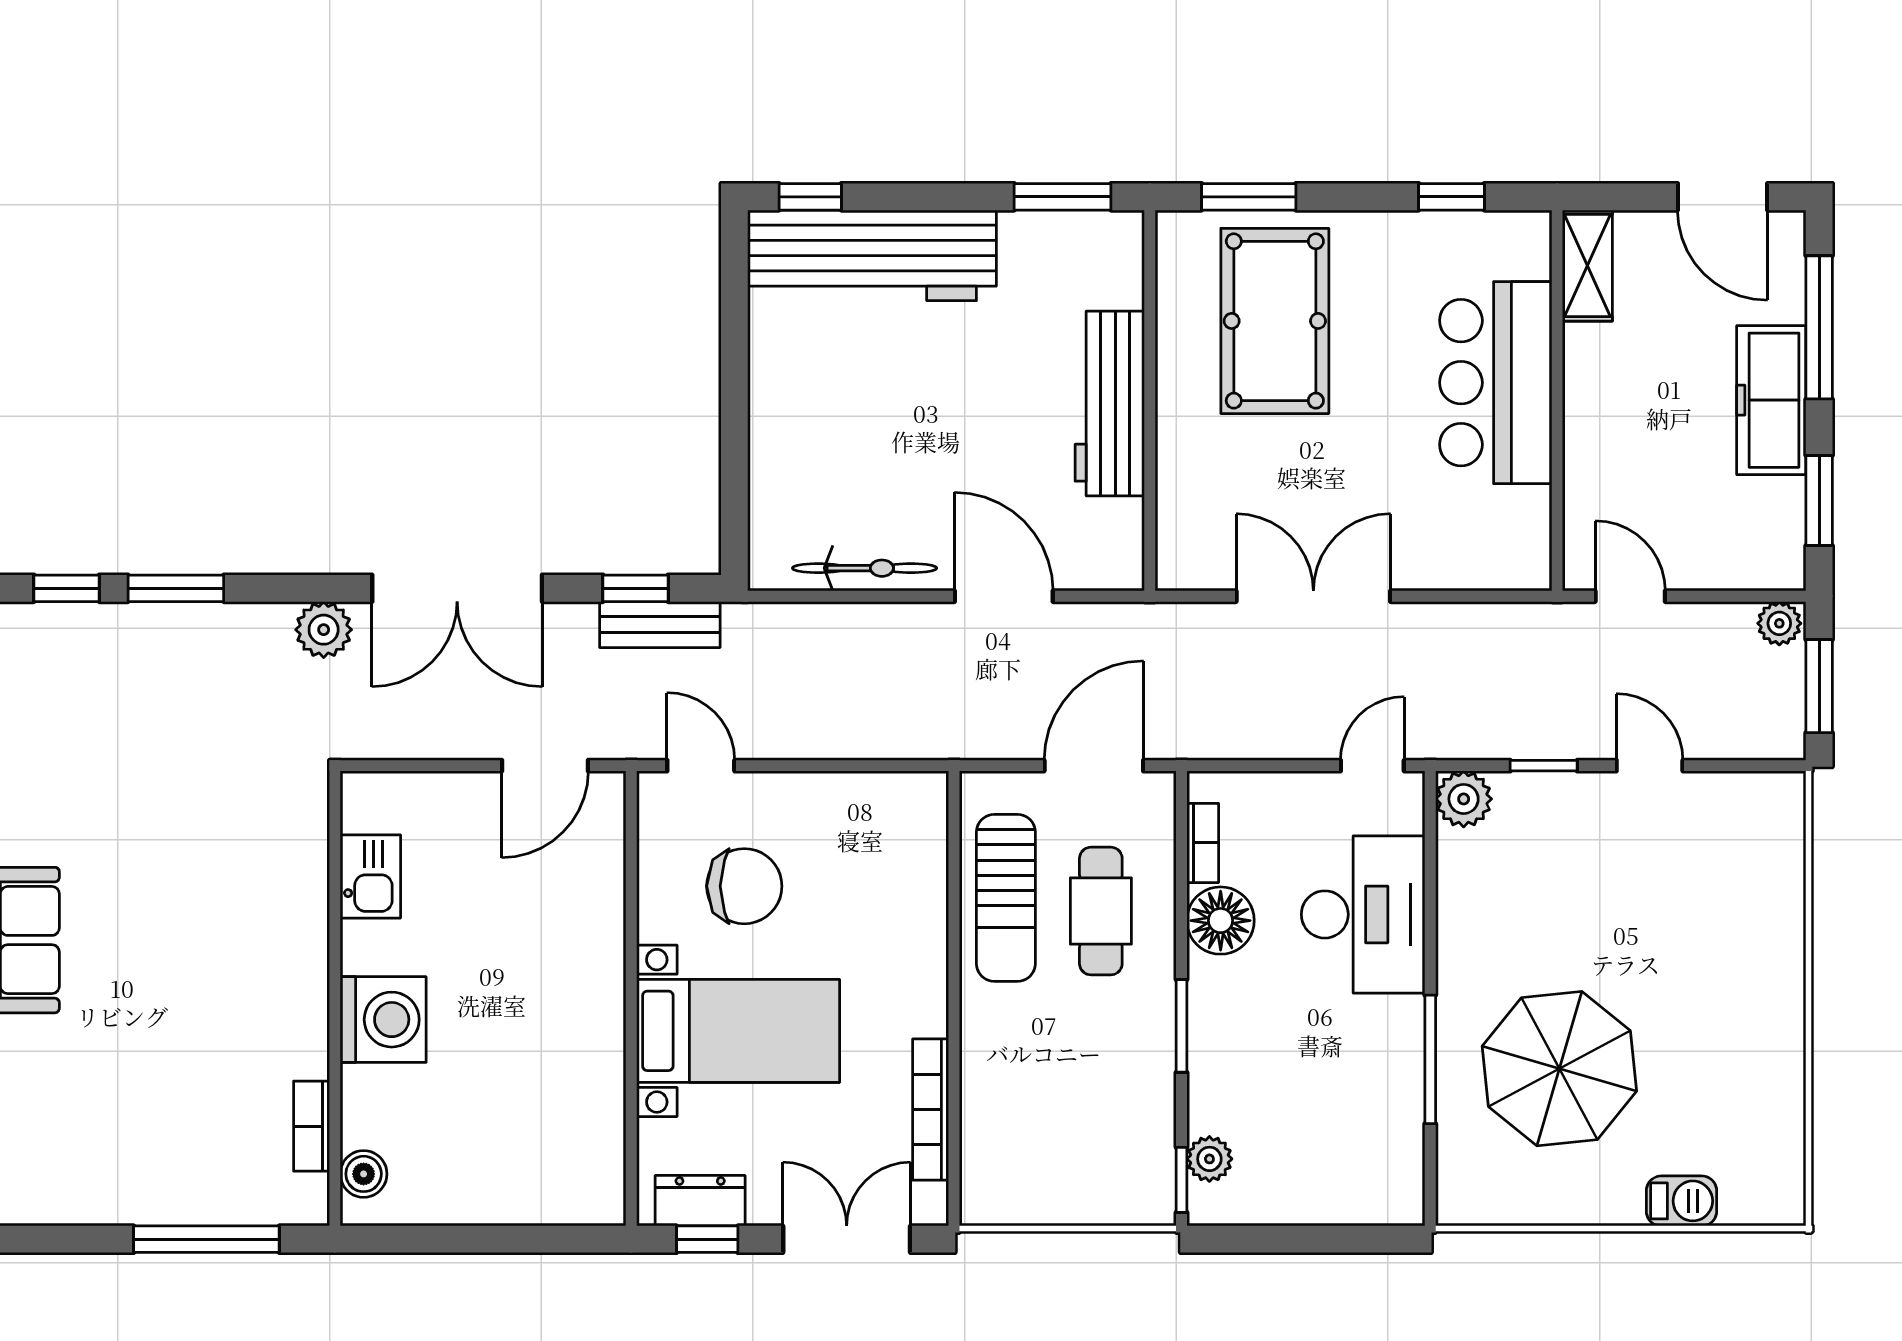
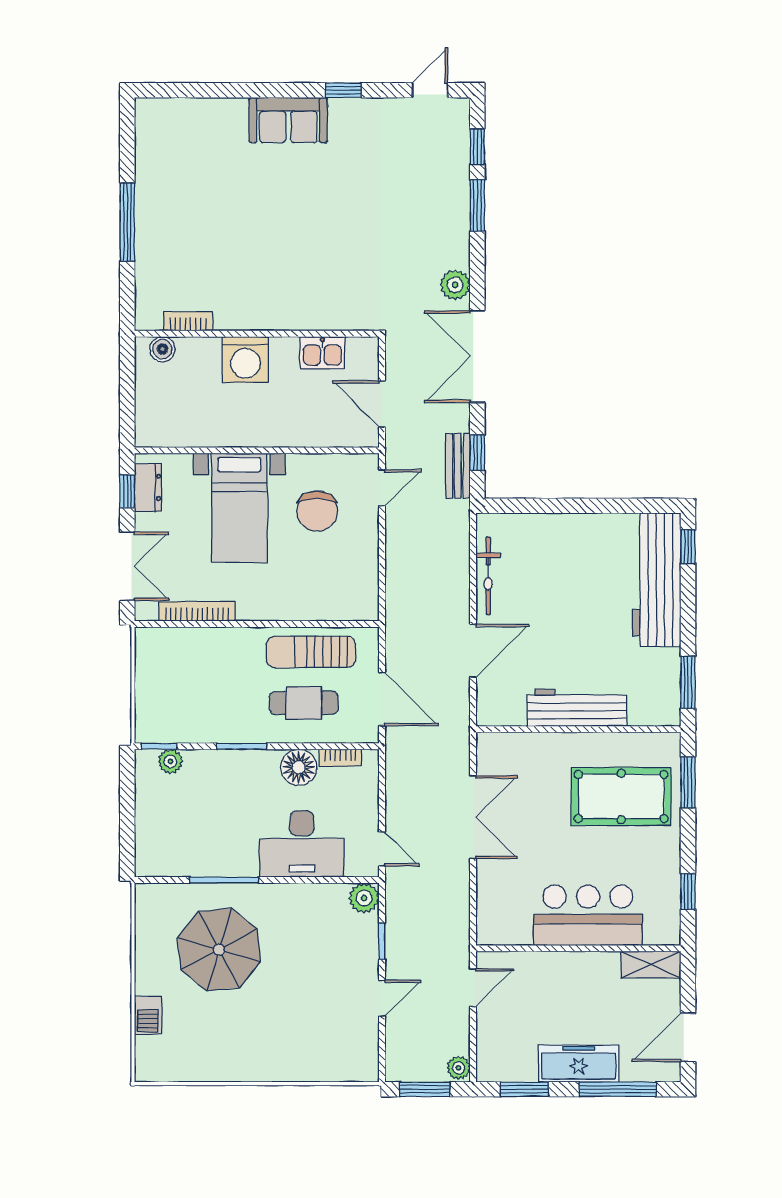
kitchen sink: (370, 876) -> (322, 353), moved
wall: (335, 998) -> (257, 334), moved
washing machine: (383, 1020) -> (245, 360), moved
bookcase: (312, 1126) -> (188, 321), moved
boiler: (364, 1174) -> (162, 349), moved

